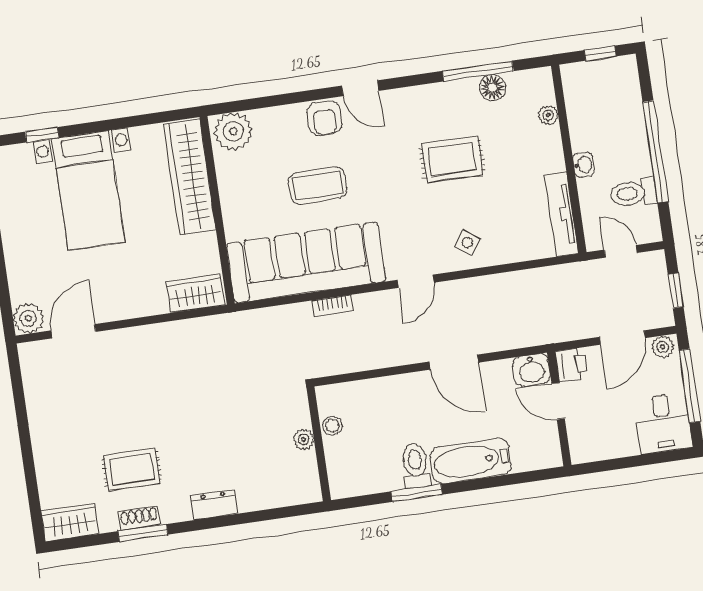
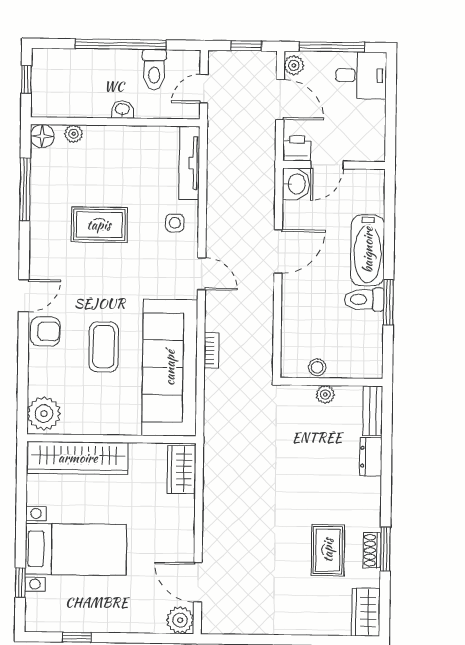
floor lamp: (492, 88) -> (42, 136), moved
rug: (452, 159) -> (99, 225), turned 90
tv unit: (561, 214) -> (189, 163), moved, turned 90
side table: (467, 243) -> (175, 223), turned -37
bench: (294, 495) -> (373, 411), added
dresser: (214, 505) -> (371, 457), moved

